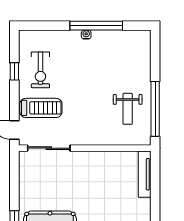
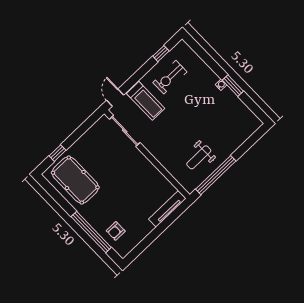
window: (96, 26) -> (233, 86), width x0.47
window: (14, 71) -> (161, 54), moved

